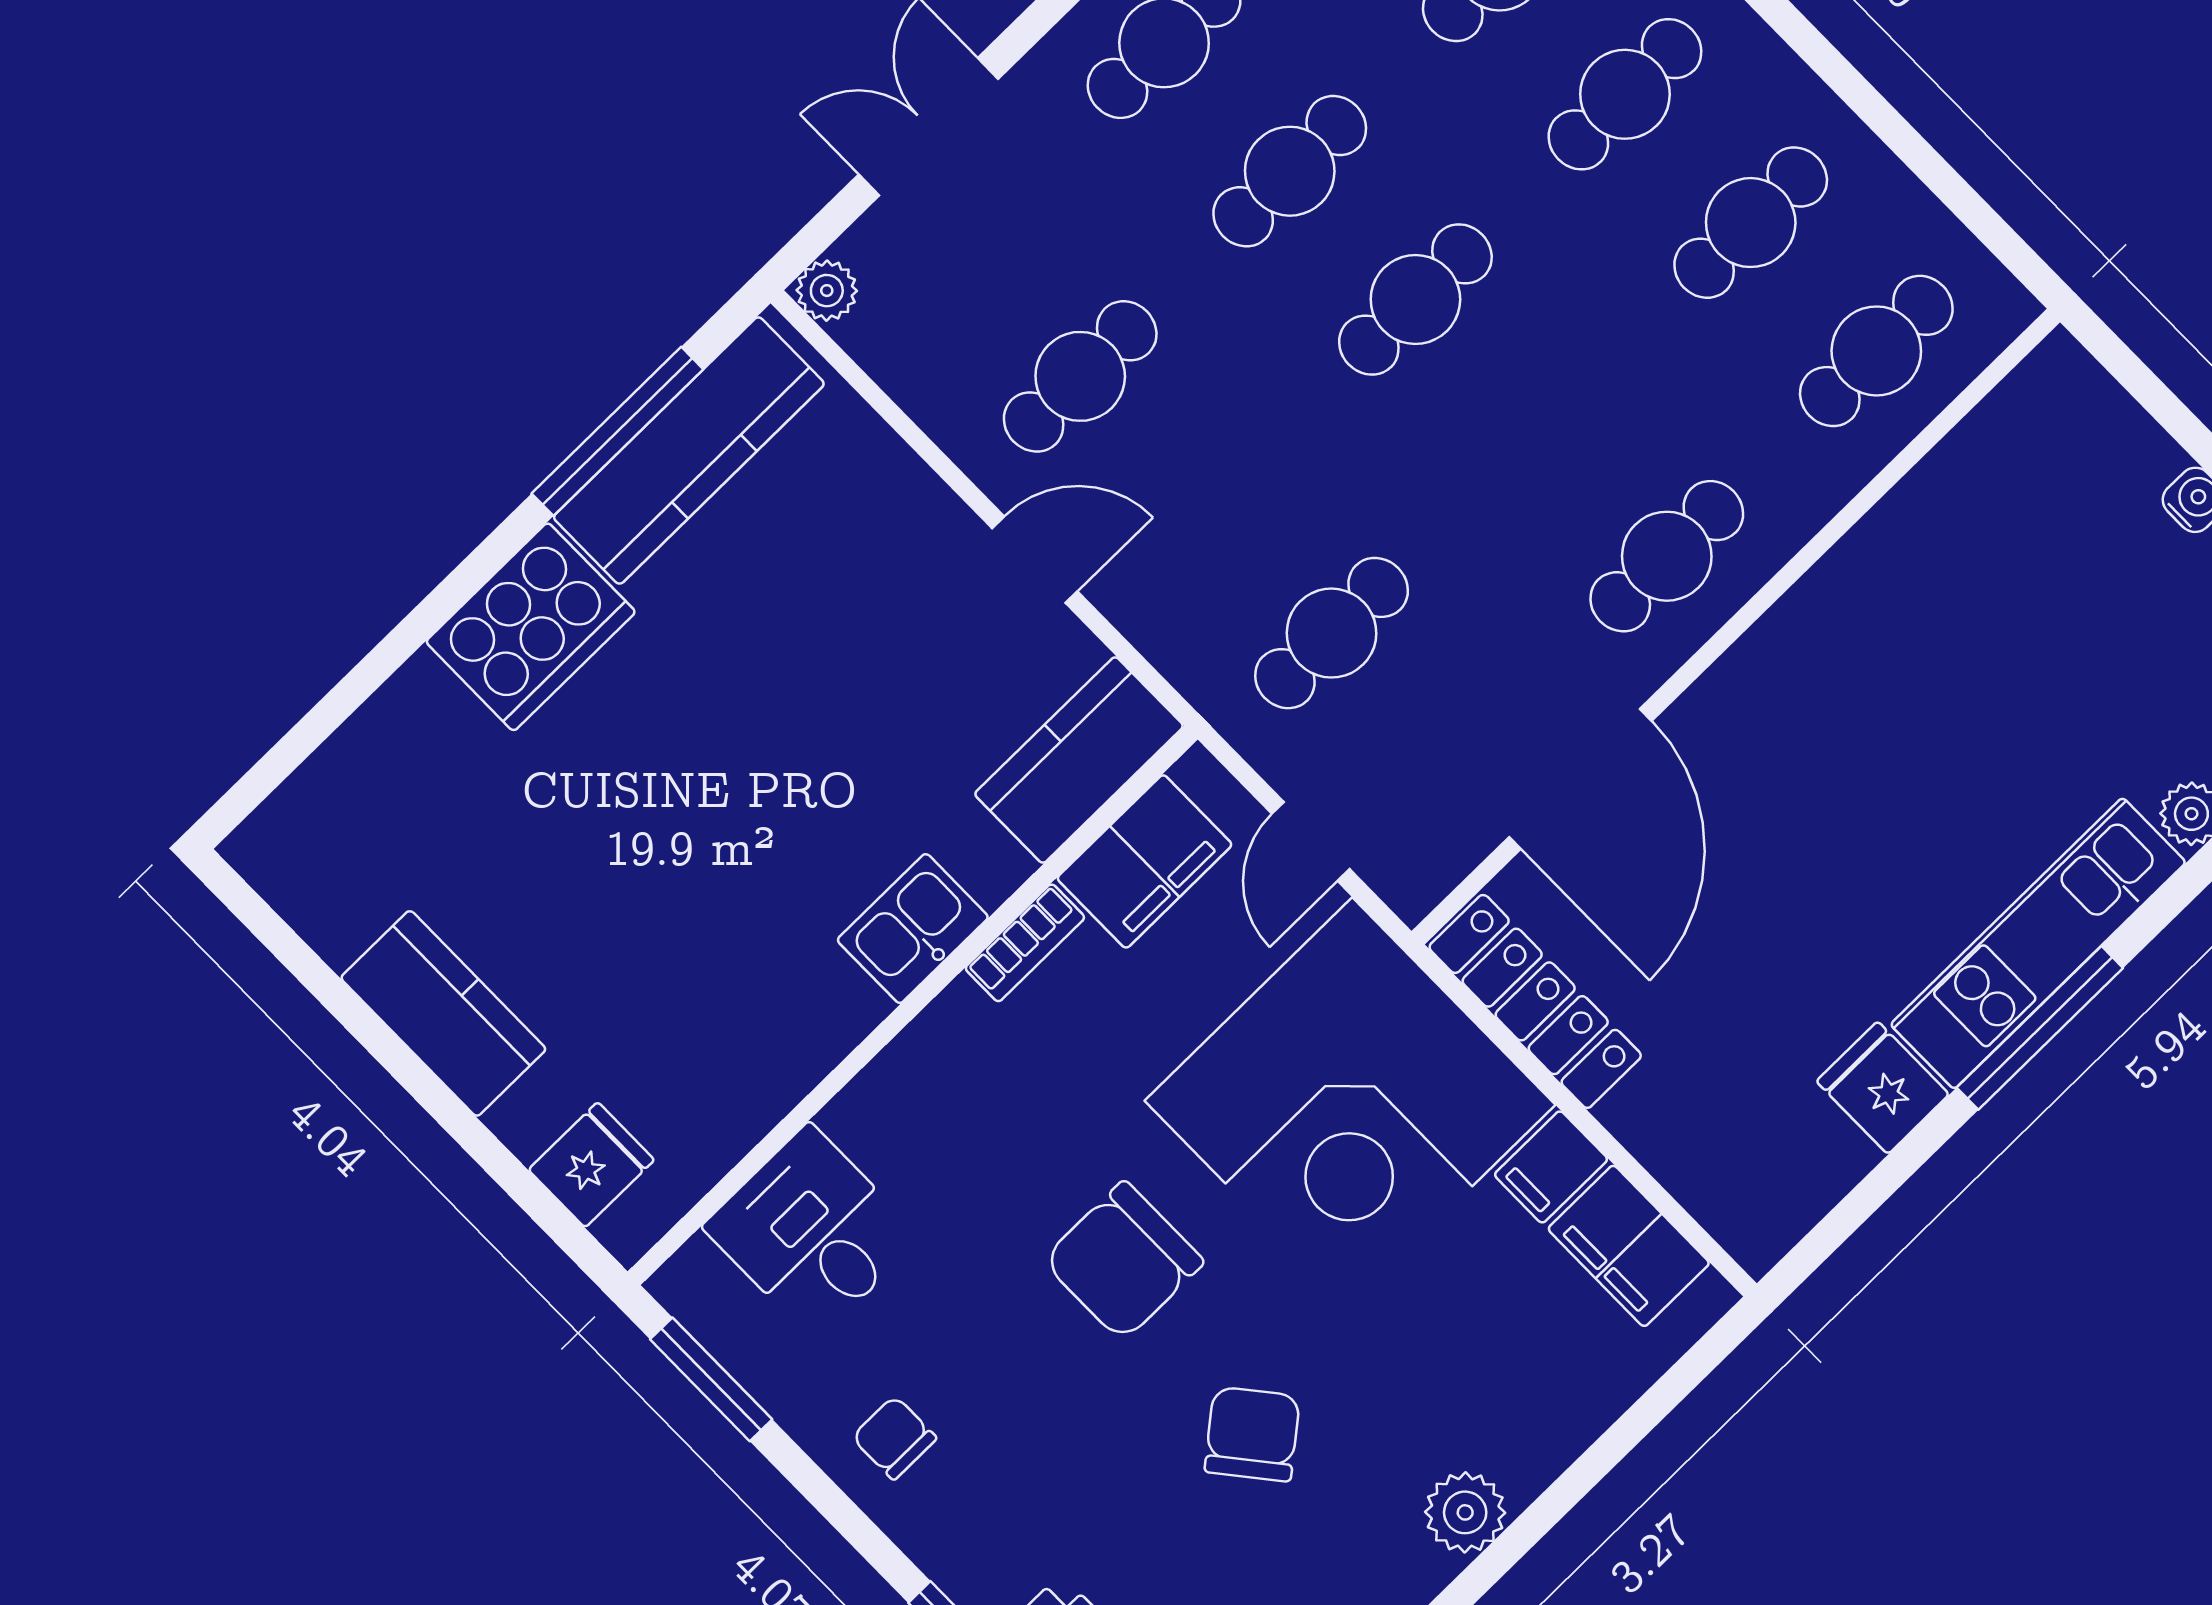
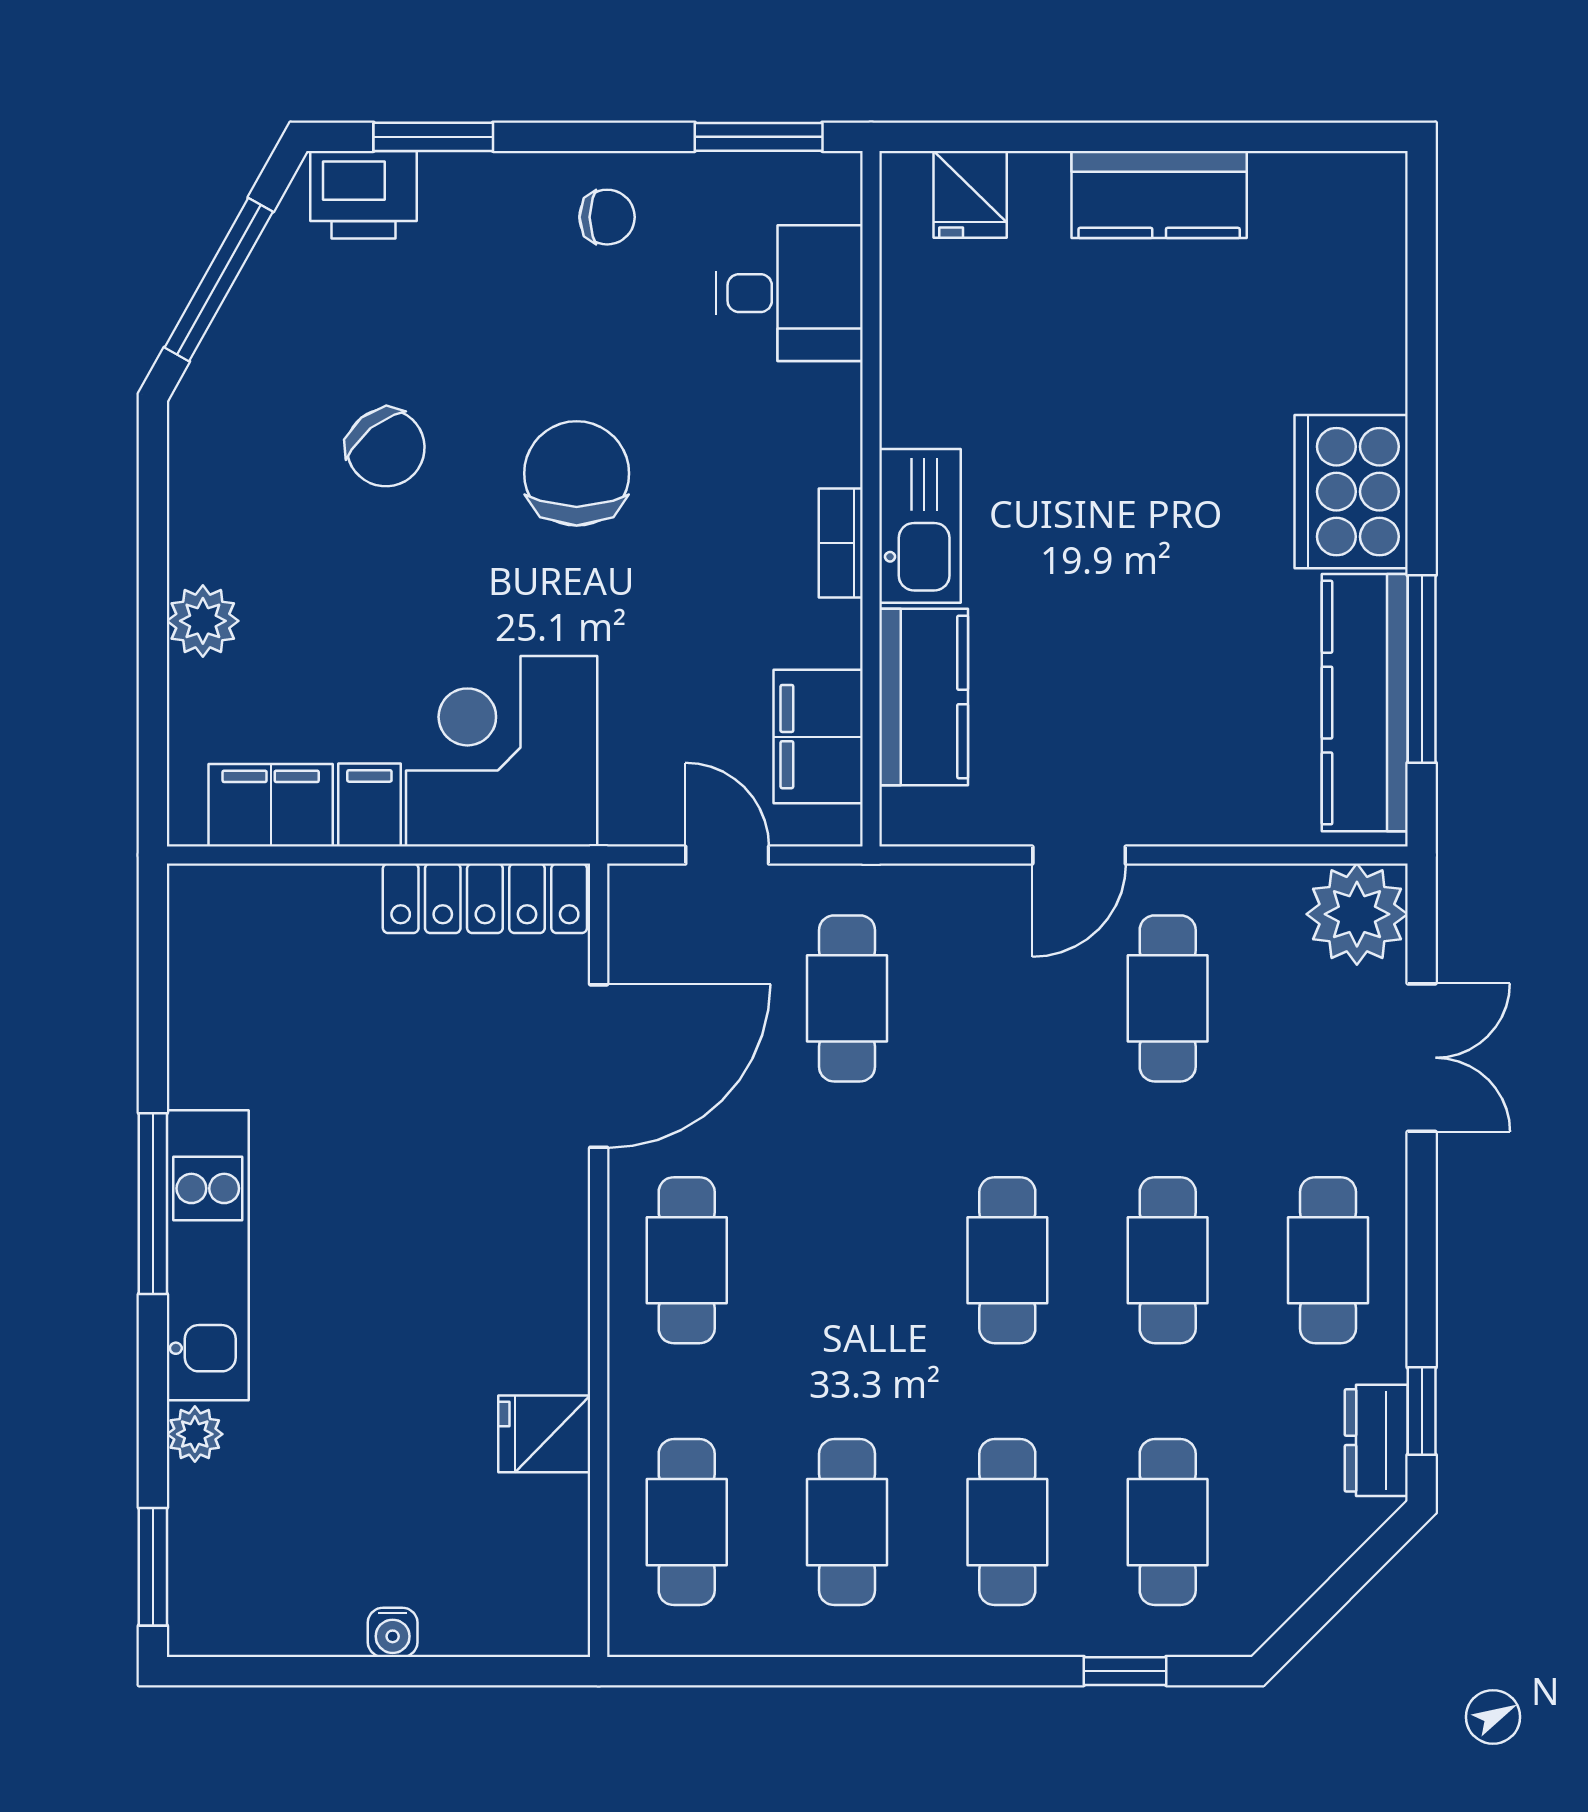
plant: (827, 291) -> (1357, 914), width x1.87, depth x1.87
kitchen counter: (1079, 760) -> (924, 697), moved
door: (1580, 779) -> (599, 1066), swing flipped
kitchen sink: (913, 929) -> (920, 526), width x1.38
bookcase: (1025, 943) -> (841, 543), moved
fridge: (1883, 1088) -> (544, 1434), moved, turned 180
corner desk: (1350, 1103) -> (502, 751), width x0.74, depth x0.74
plant: (1465, 1512) -> (203, 621), moved

